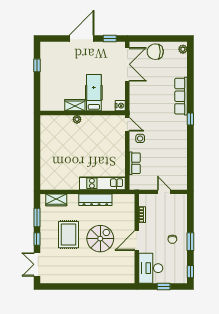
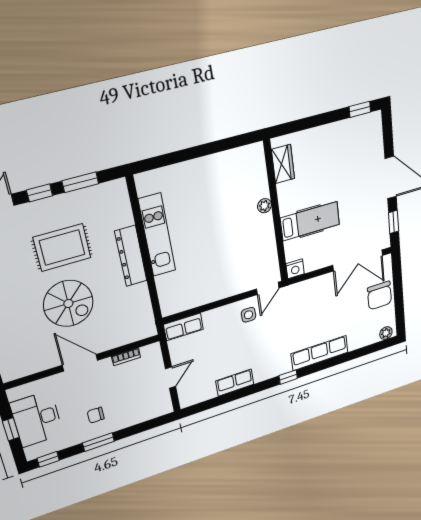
chair: (155, 52) -> (380, 296), turned 180
window: (37, 65) -> (360, 109), moved
wardrobe: (75, 105) -> (283, 164), moved
row of seats: (182, 154) -> (235, 383), added
row of seats: (135, 163) -> (183, 327), moved
kitchen unit: (102, 183) -> (157, 235), moved
wardrobe: (56, 200) -> (120, 208), removed
dresser: (95, 200) -> (131, 256), moved
desk: (151, 268) -> (37, 419), moved, turned -90

